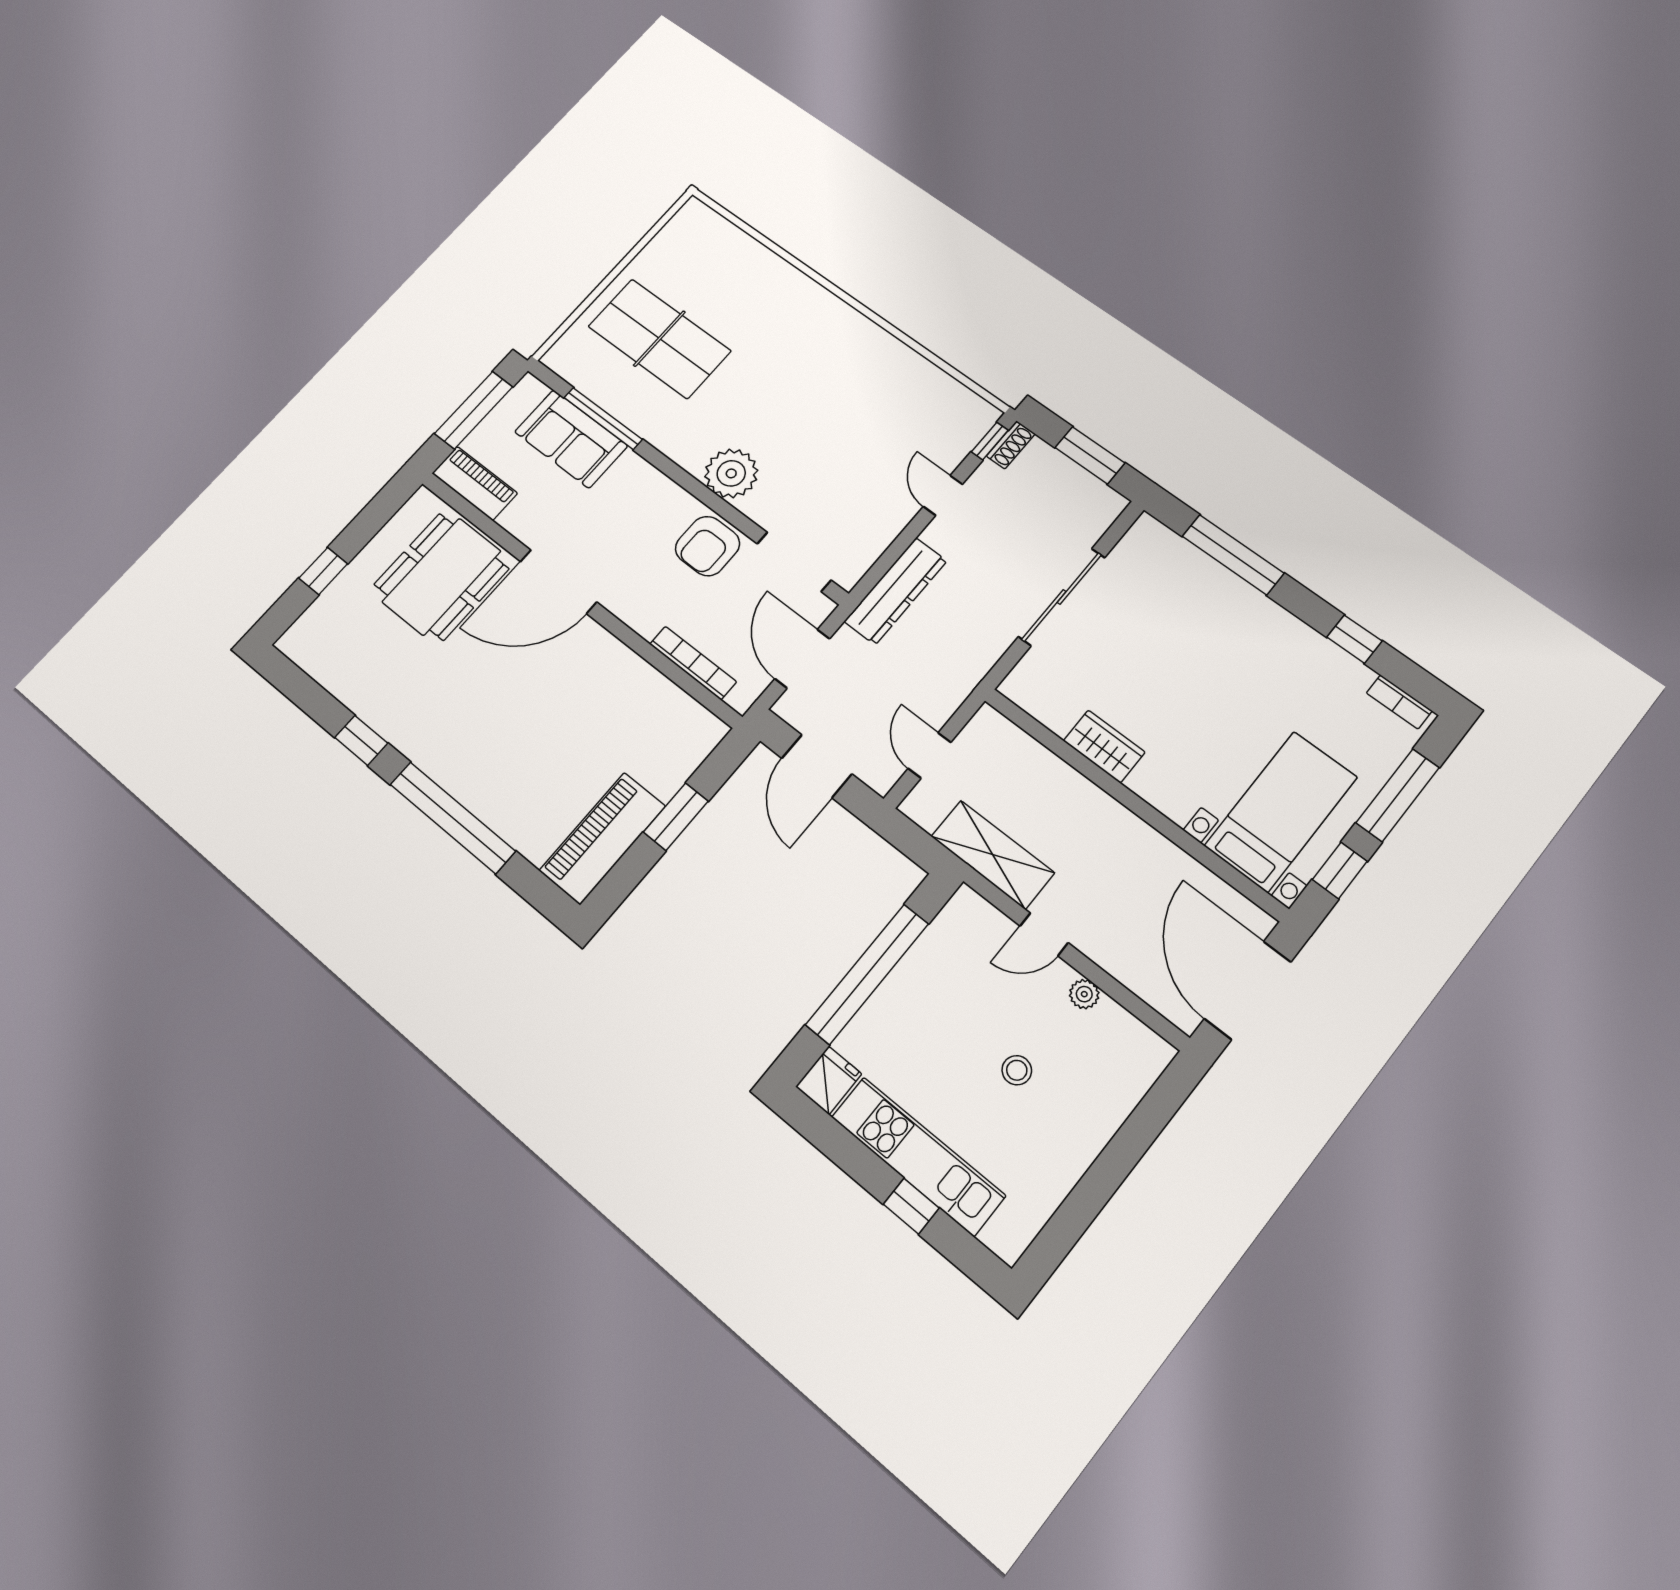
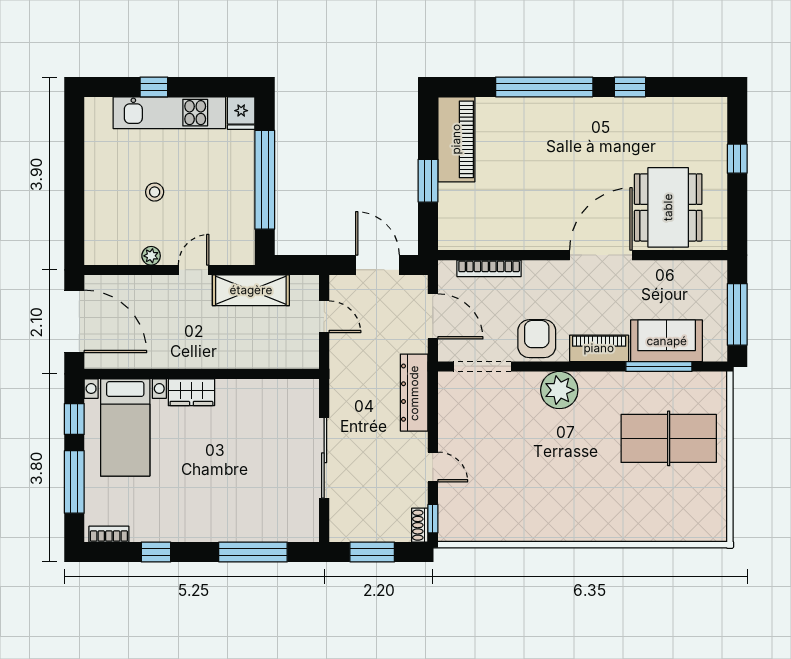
piano: (475, 483) -> (599, 348), moved, turned 180
wardrobe: (1104, 746) -> (191, 392), moved

